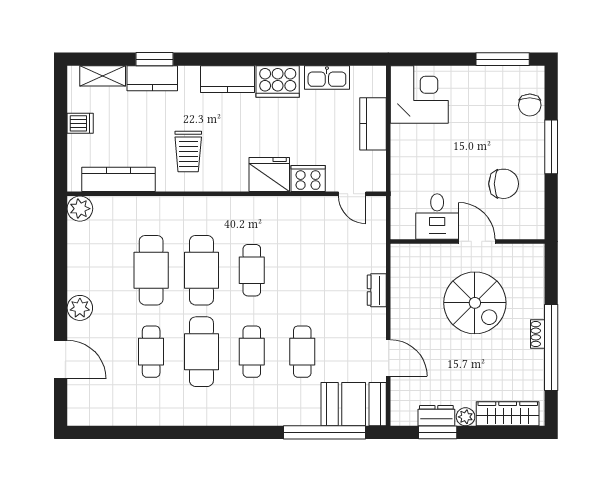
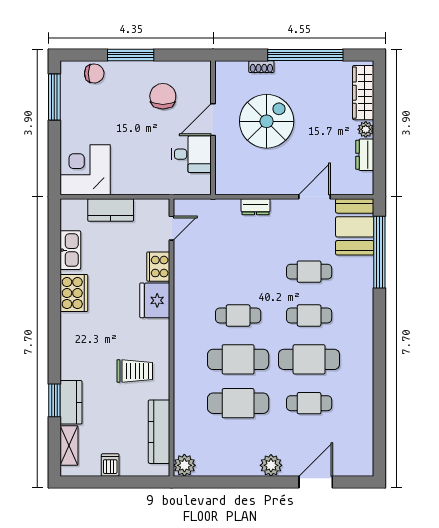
kitchen counter: (228, 79) -> (72, 337), removed
shoe rack: (538, 334) -> (261, 67), moved
window: (438, 432) -> (379, 154), removed

